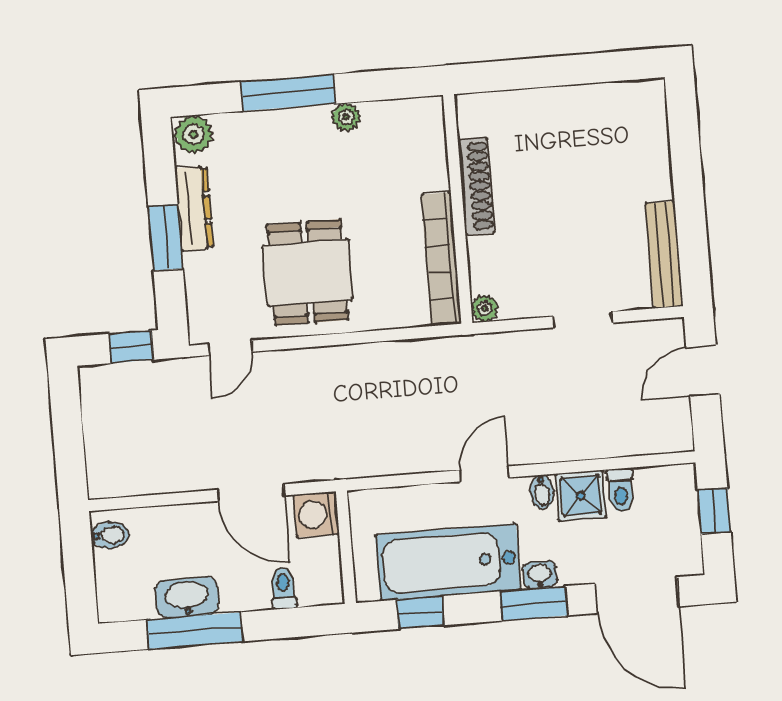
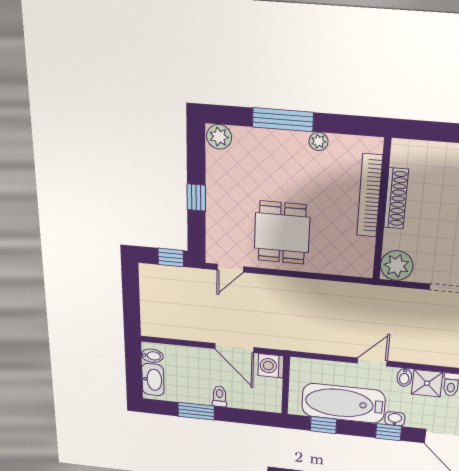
dresser: (194, 208) -> (215, 183), removed
window: (165, 237) -> (196, 197), width x0.67
bookcase: (441, 259) -> (370, 196), moved
plant: (485, 308) -> (397, 266), width x1.88, depth x1.88
toilet: (283, 588) -> (220, 396), moved
washbasin: (187, 597) -> (153, 380), moved, turned 90
window: (534, 603) -> (389, 432), width x0.67
window: (195, 631) -> (196, 411), width x0.69

